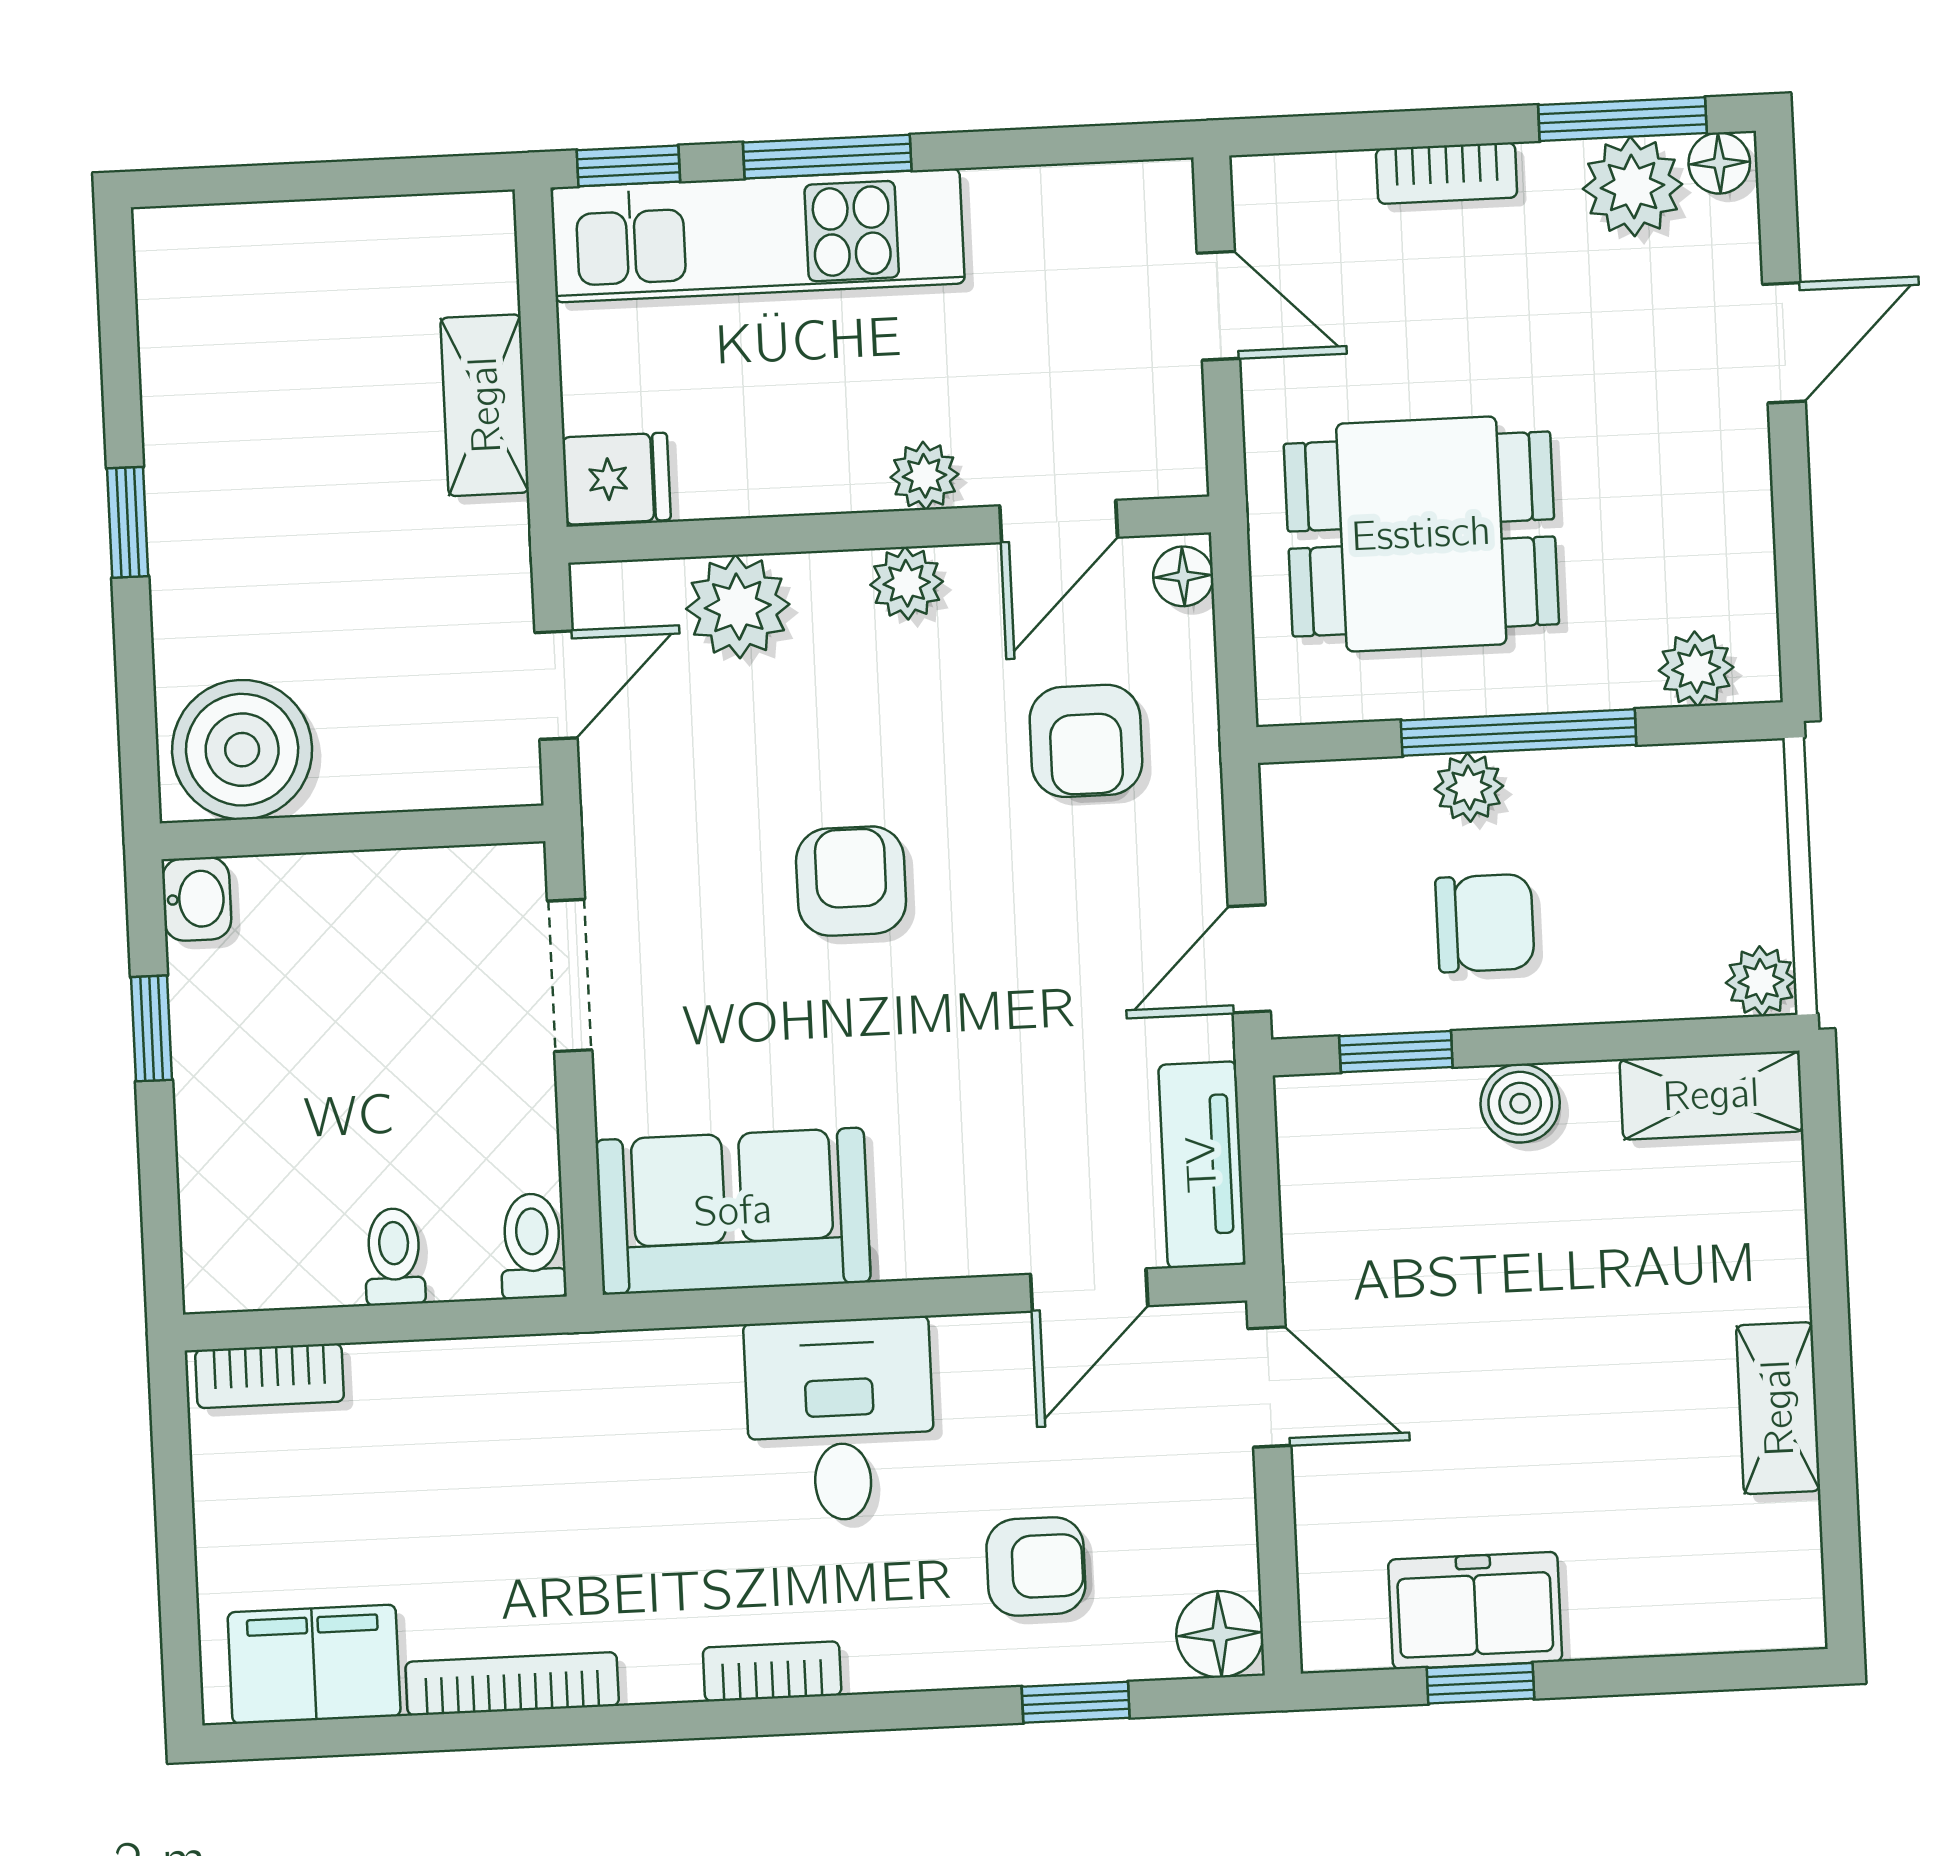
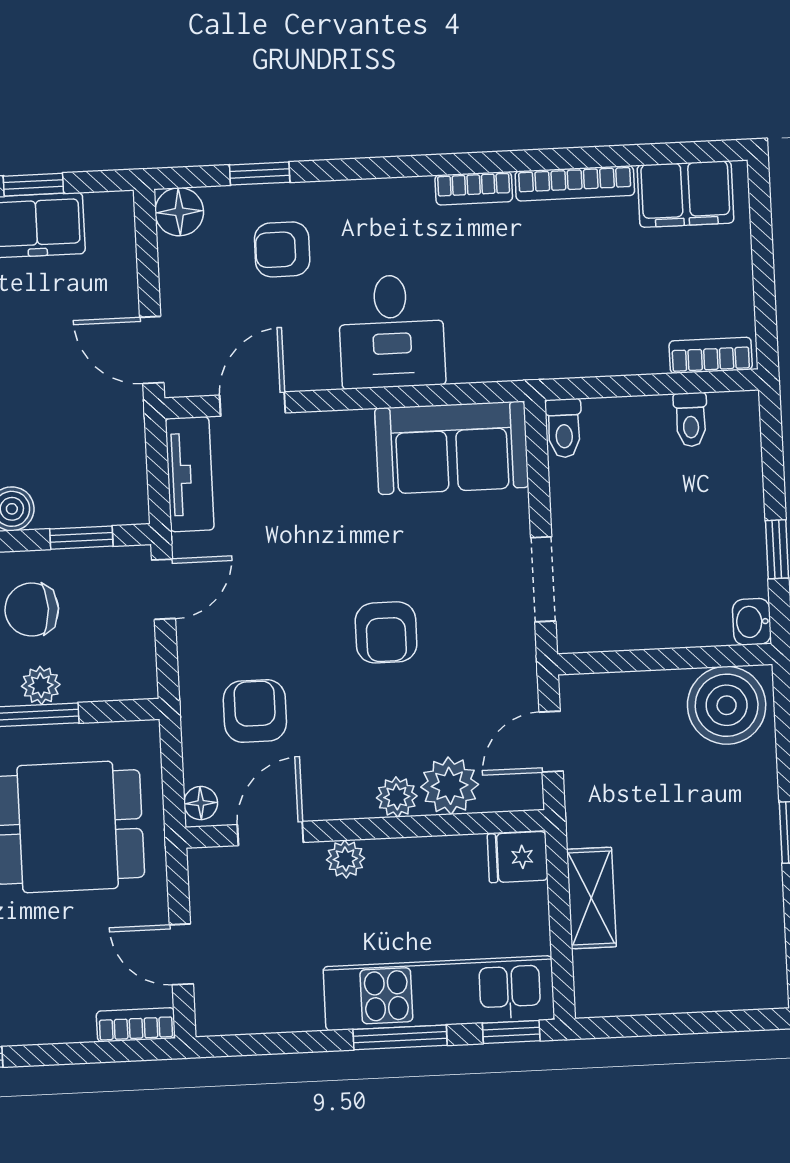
bookcase: (1447, 173) -> (136, 1025), moved
plant: (907, 583) -> (397, 797), moved
toilet: (394, 1257) -> (691, 420), moved
bookcase: (772, 1671) -> (474, 188), moved

